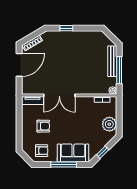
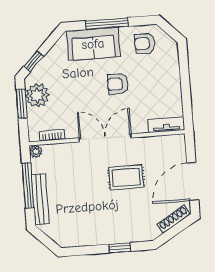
rug: (59, 70) -> (126, 177), added
double door: (59, 95) -> (105, 138), moved
window: (119, 120) -> (22, 104), added
armchair: (43, 126) -> (118, 84), moved
window: (103, 152) -> (34, 61), moved

